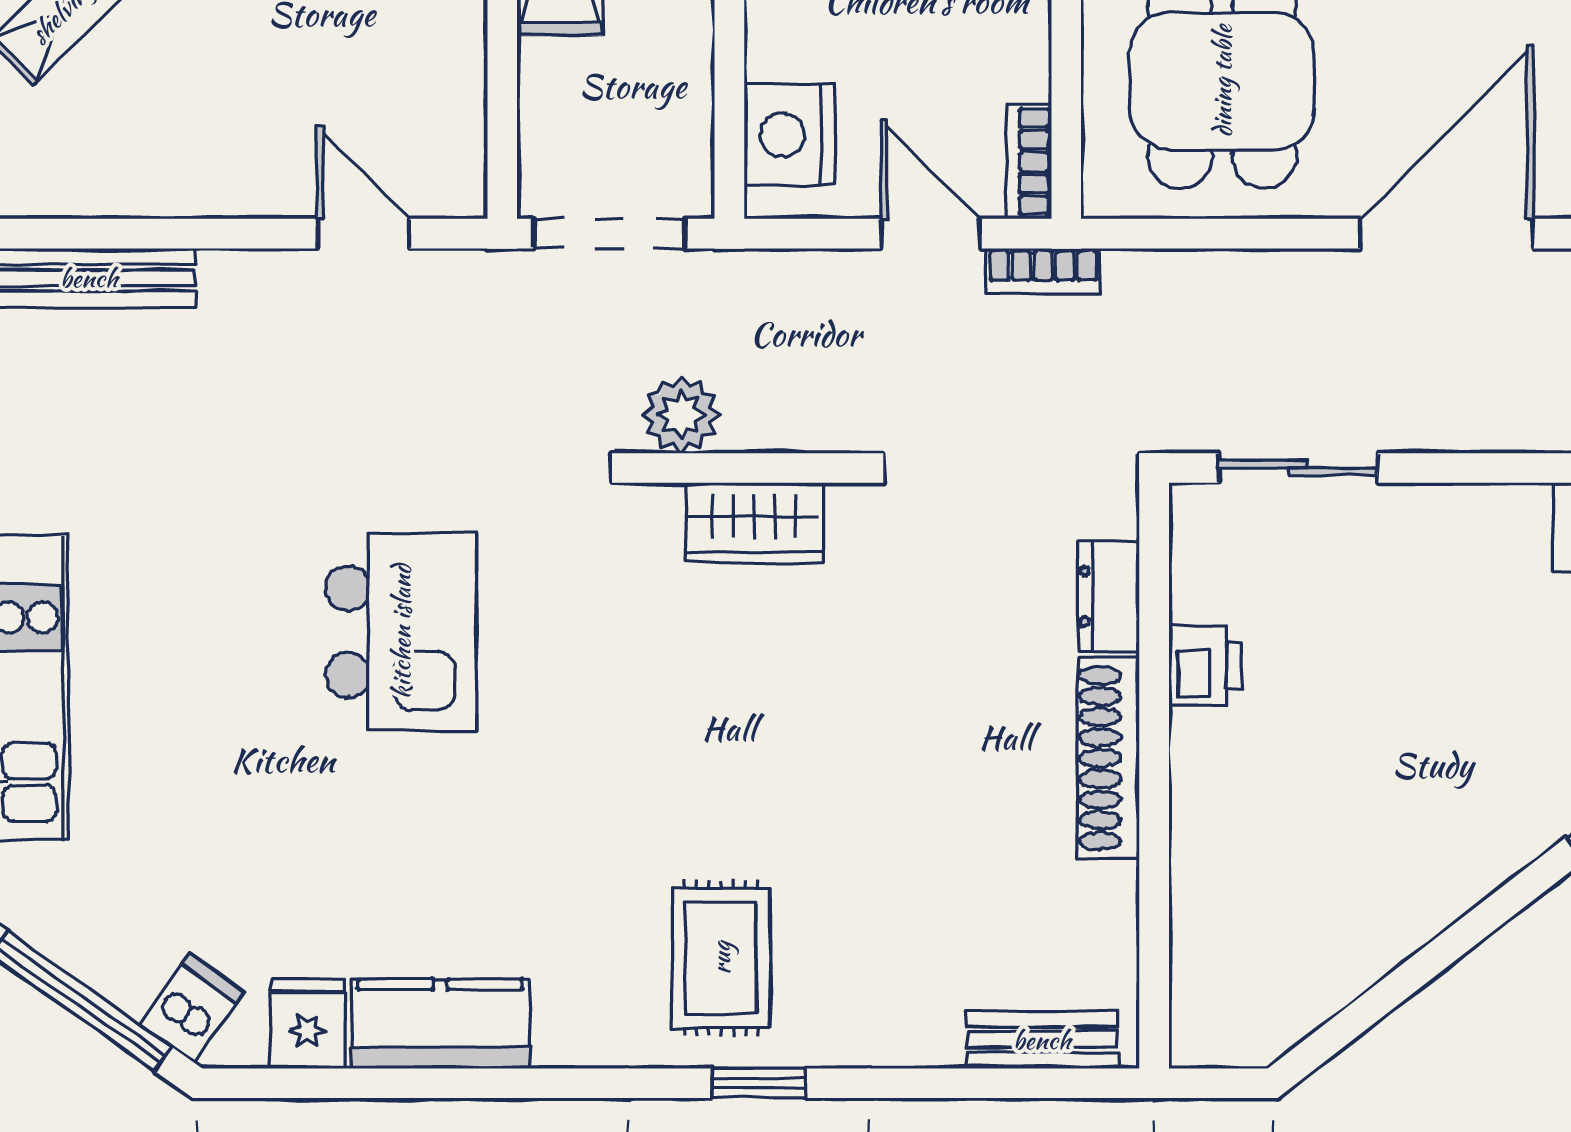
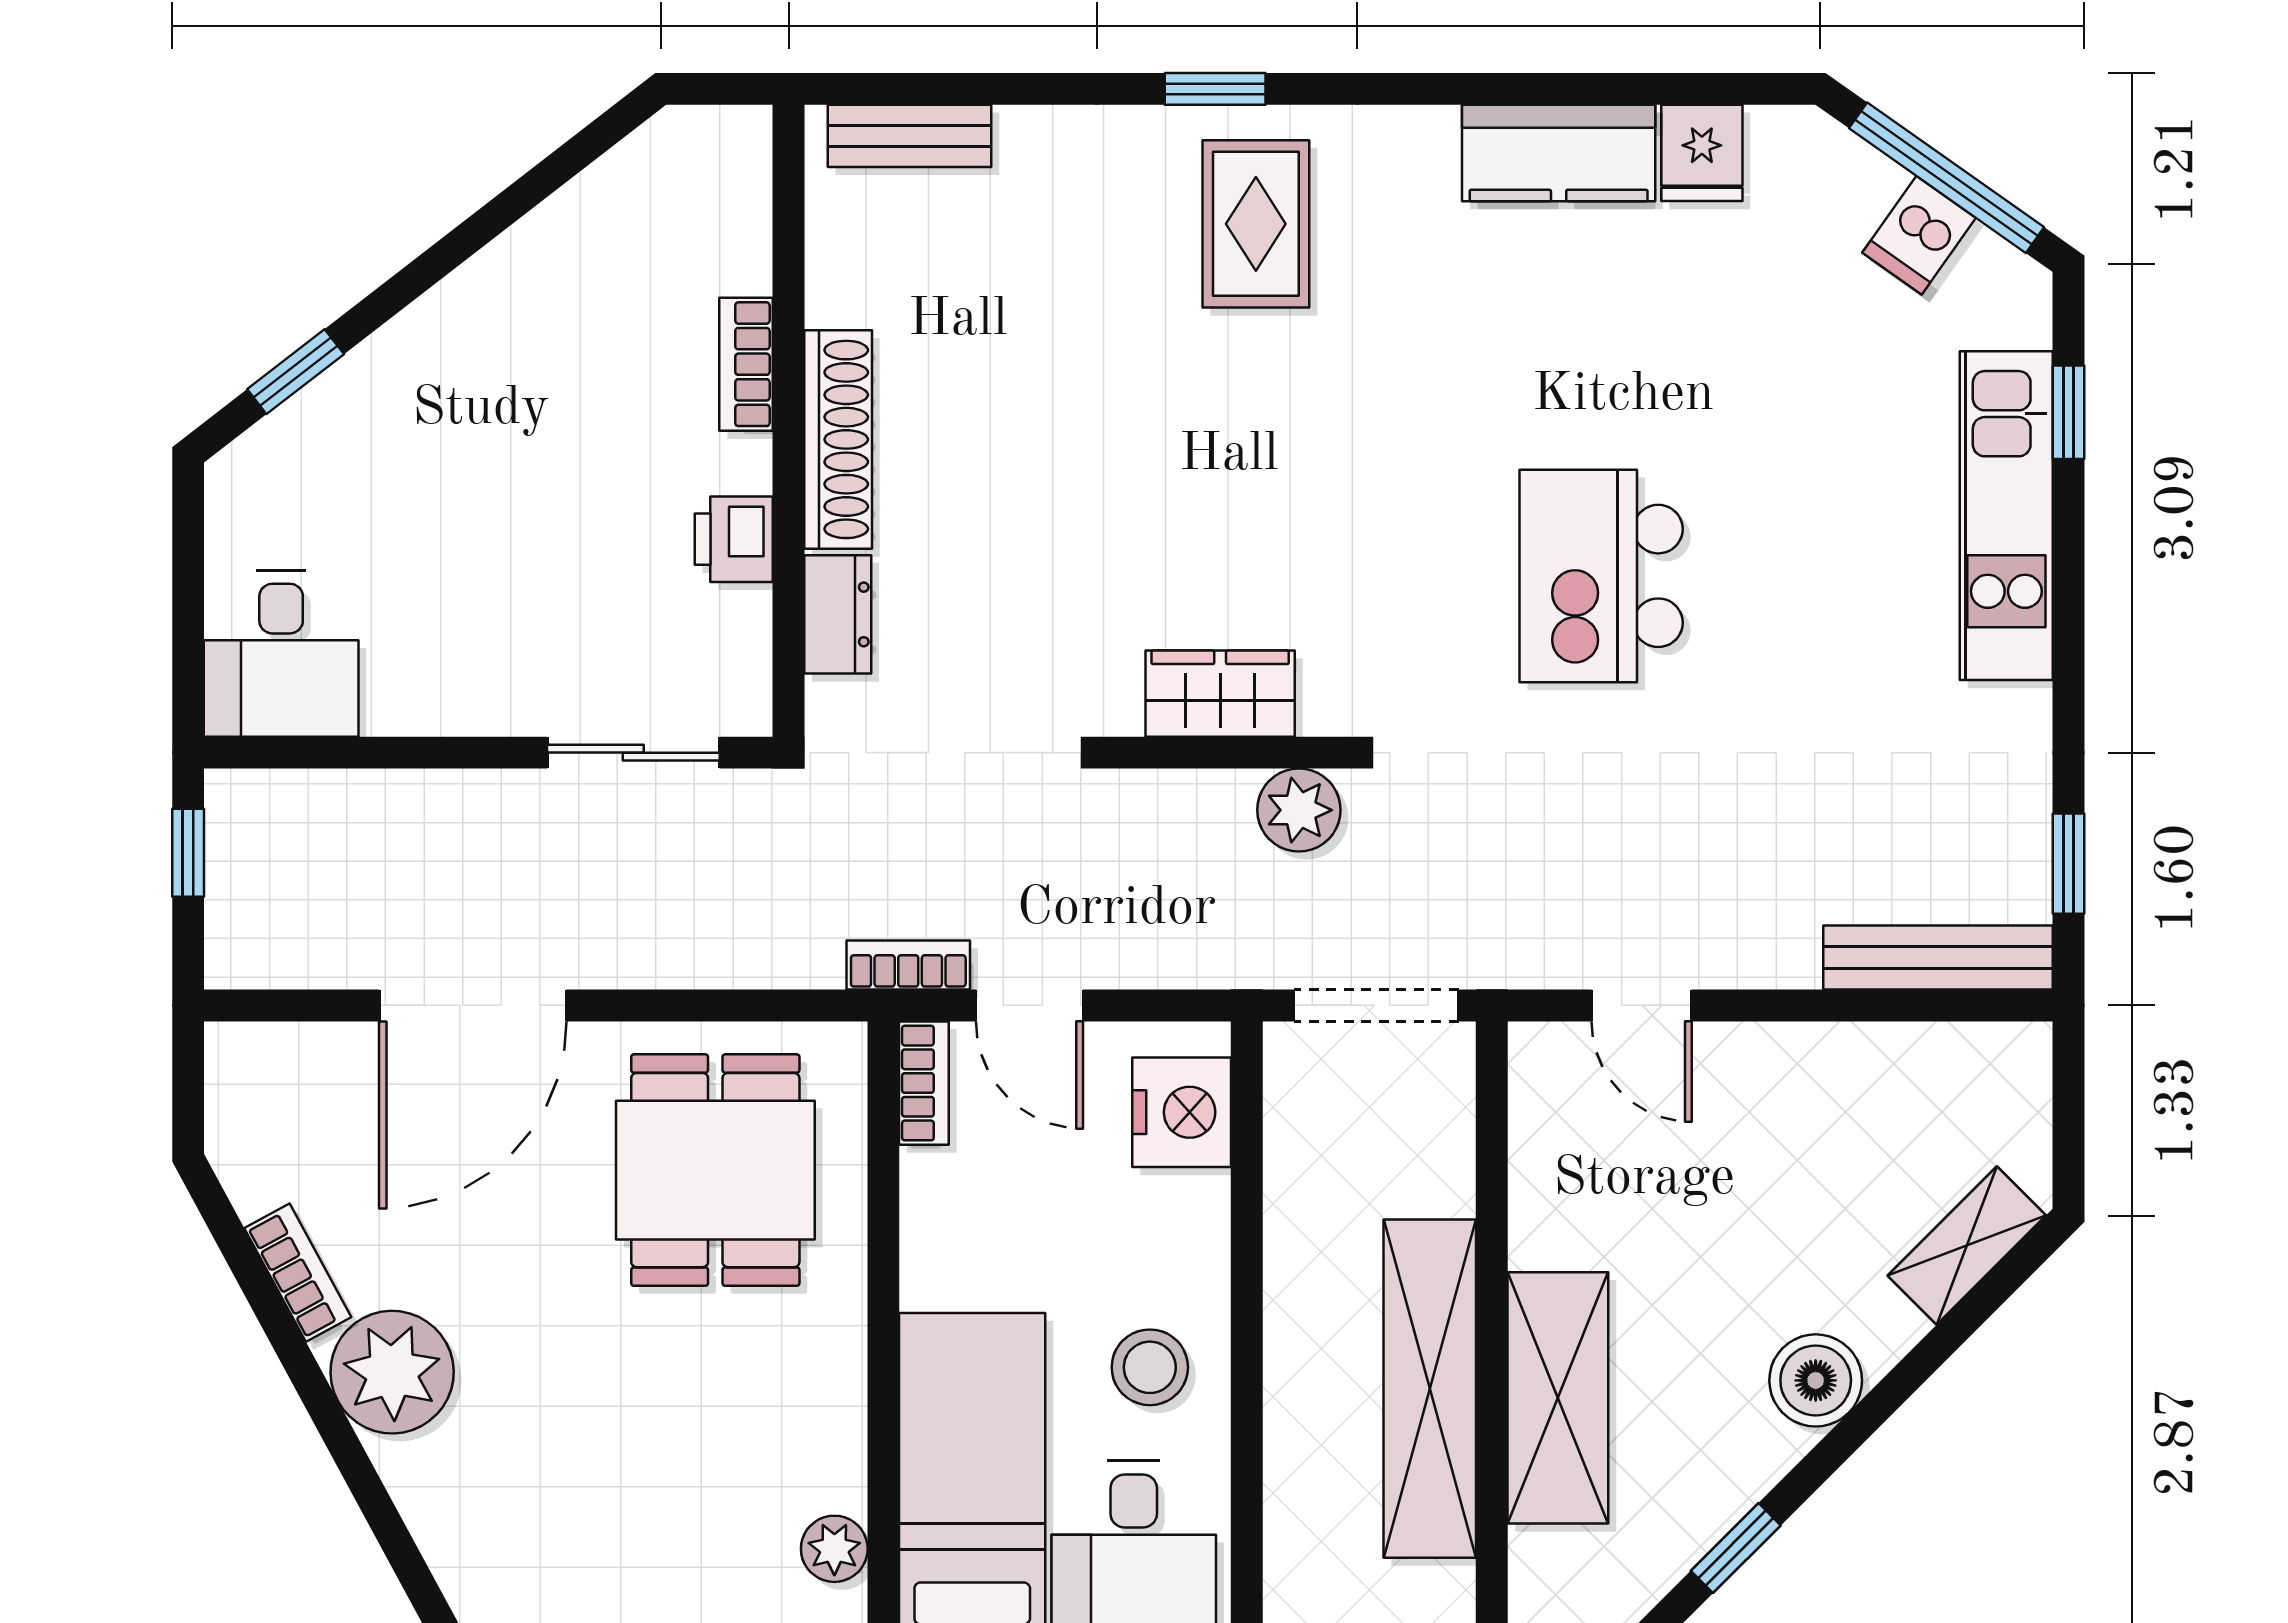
bookcase: (1194, 828) -> (746, 364), added
dishwasher: (191, 1008) -> (1919, 235), moved

